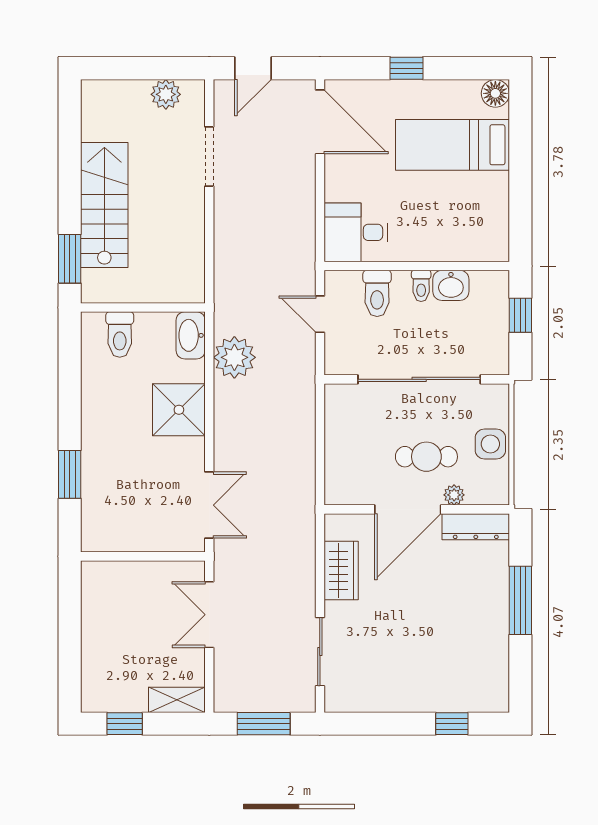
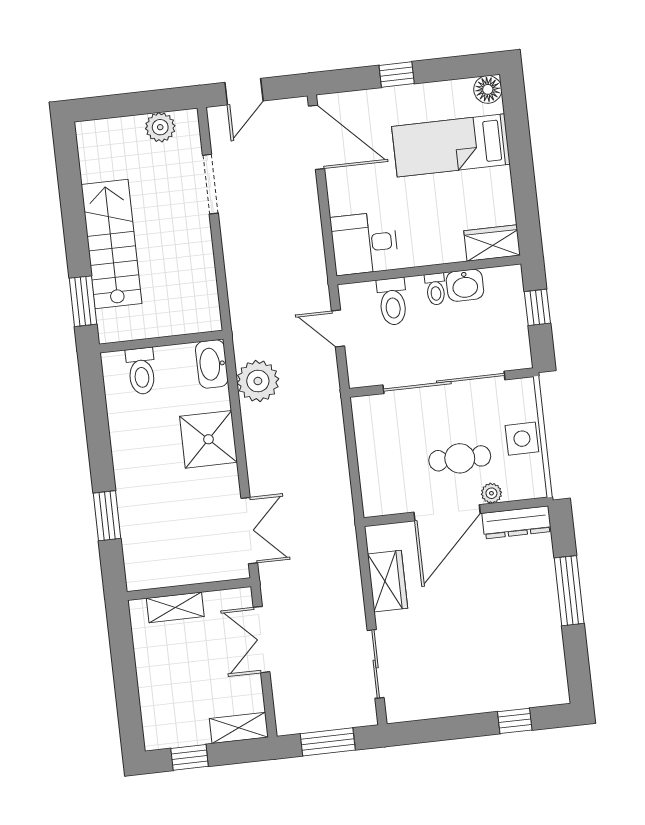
wardrobe: (483, 246) -> (492, 243), added
shelving: (127, 573) -> (175, 607), added

